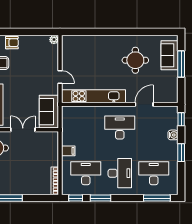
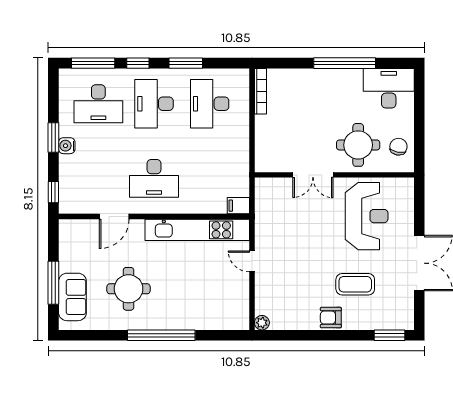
window: (115, 32) -> (161, 335), added
sofa: (49, 112) -> (270, 205), removed
water cooler: (173, 135) -> (67, 146), moved
filing cabinet: (68, 151) -> (238, 206), moved
desk: (86, 173) -> (210, 104), turned 90
window: (76, 198) -> (138, 63), moved

